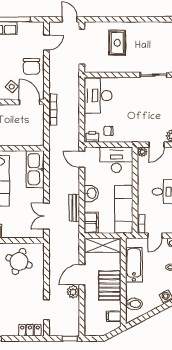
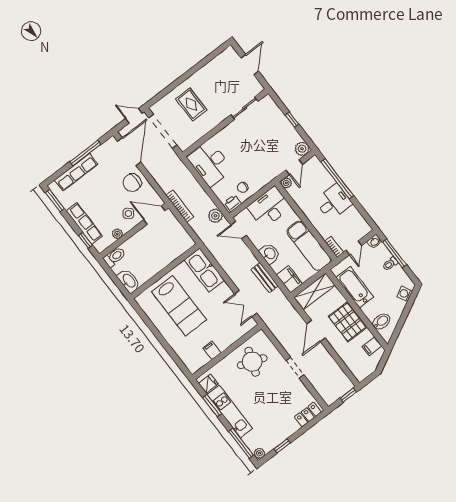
door: (46, 43) -> (129, 152), width x1.88
chair: (31, 66) -> (132, 183), turned 90
plant: (73, 292) -> (215, 216), moved
doorway: (46, 310) -> (295, 368), moved

